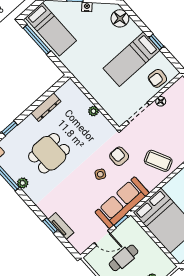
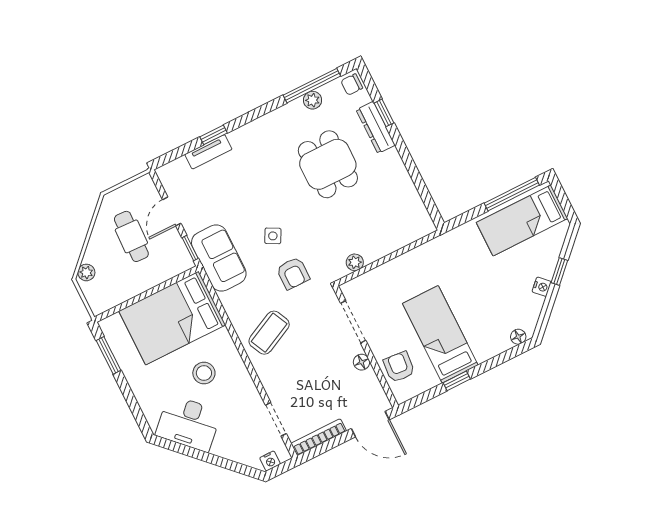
floor lamp: (120, 18) -> (518, 337), width x0.53, depth x0.53
dresser: (46, 107) -> (376, 127), moved
plant: (93, 111) -> (355, 262), moved
armchair: (119, 156) -> (293, 273), turned 90
plant: (23, 183) -> (313, 100), moved
sofa: (122, 203) -> (219, 258), width x0.73

